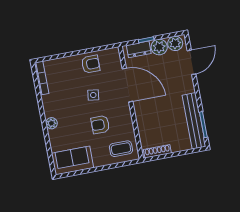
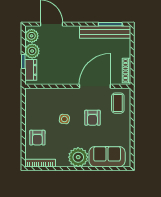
armchair: (91, 64) -> (37, 138), moved, turned 180
door: (128, 85) -> (95, 86), moved
plant: (51, 123) -> (78, 157), width x1.87, depth x1.87
sofa: (73, 160) -> (107, 157), moved, turned 90

